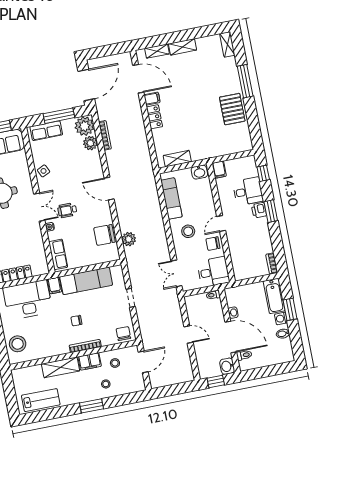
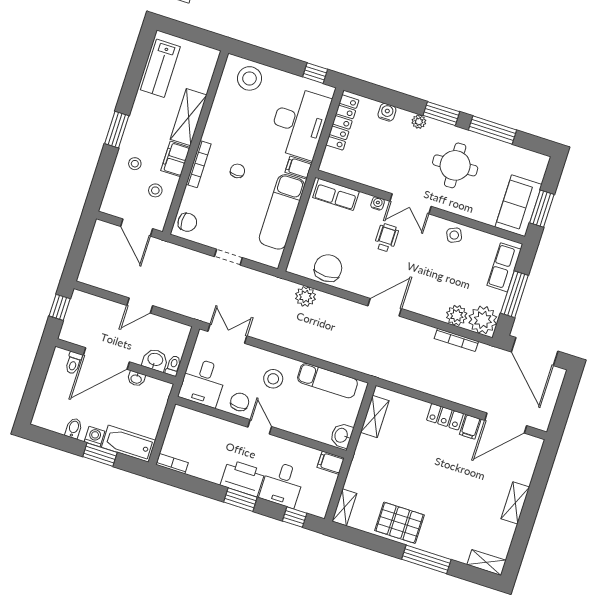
shelving: (157, 51) -> (344, 507), moved
printer: (259, 210) -> (243, 478), width x1.87, depth x1.48
washbasin: (227, 366) -> (155, 360), moved

